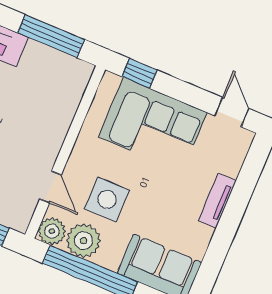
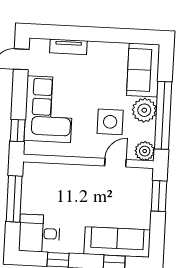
tv unit: (217, 200) -> (68, 47), moved
plant: (83, 241) -> (144, 110), moved

